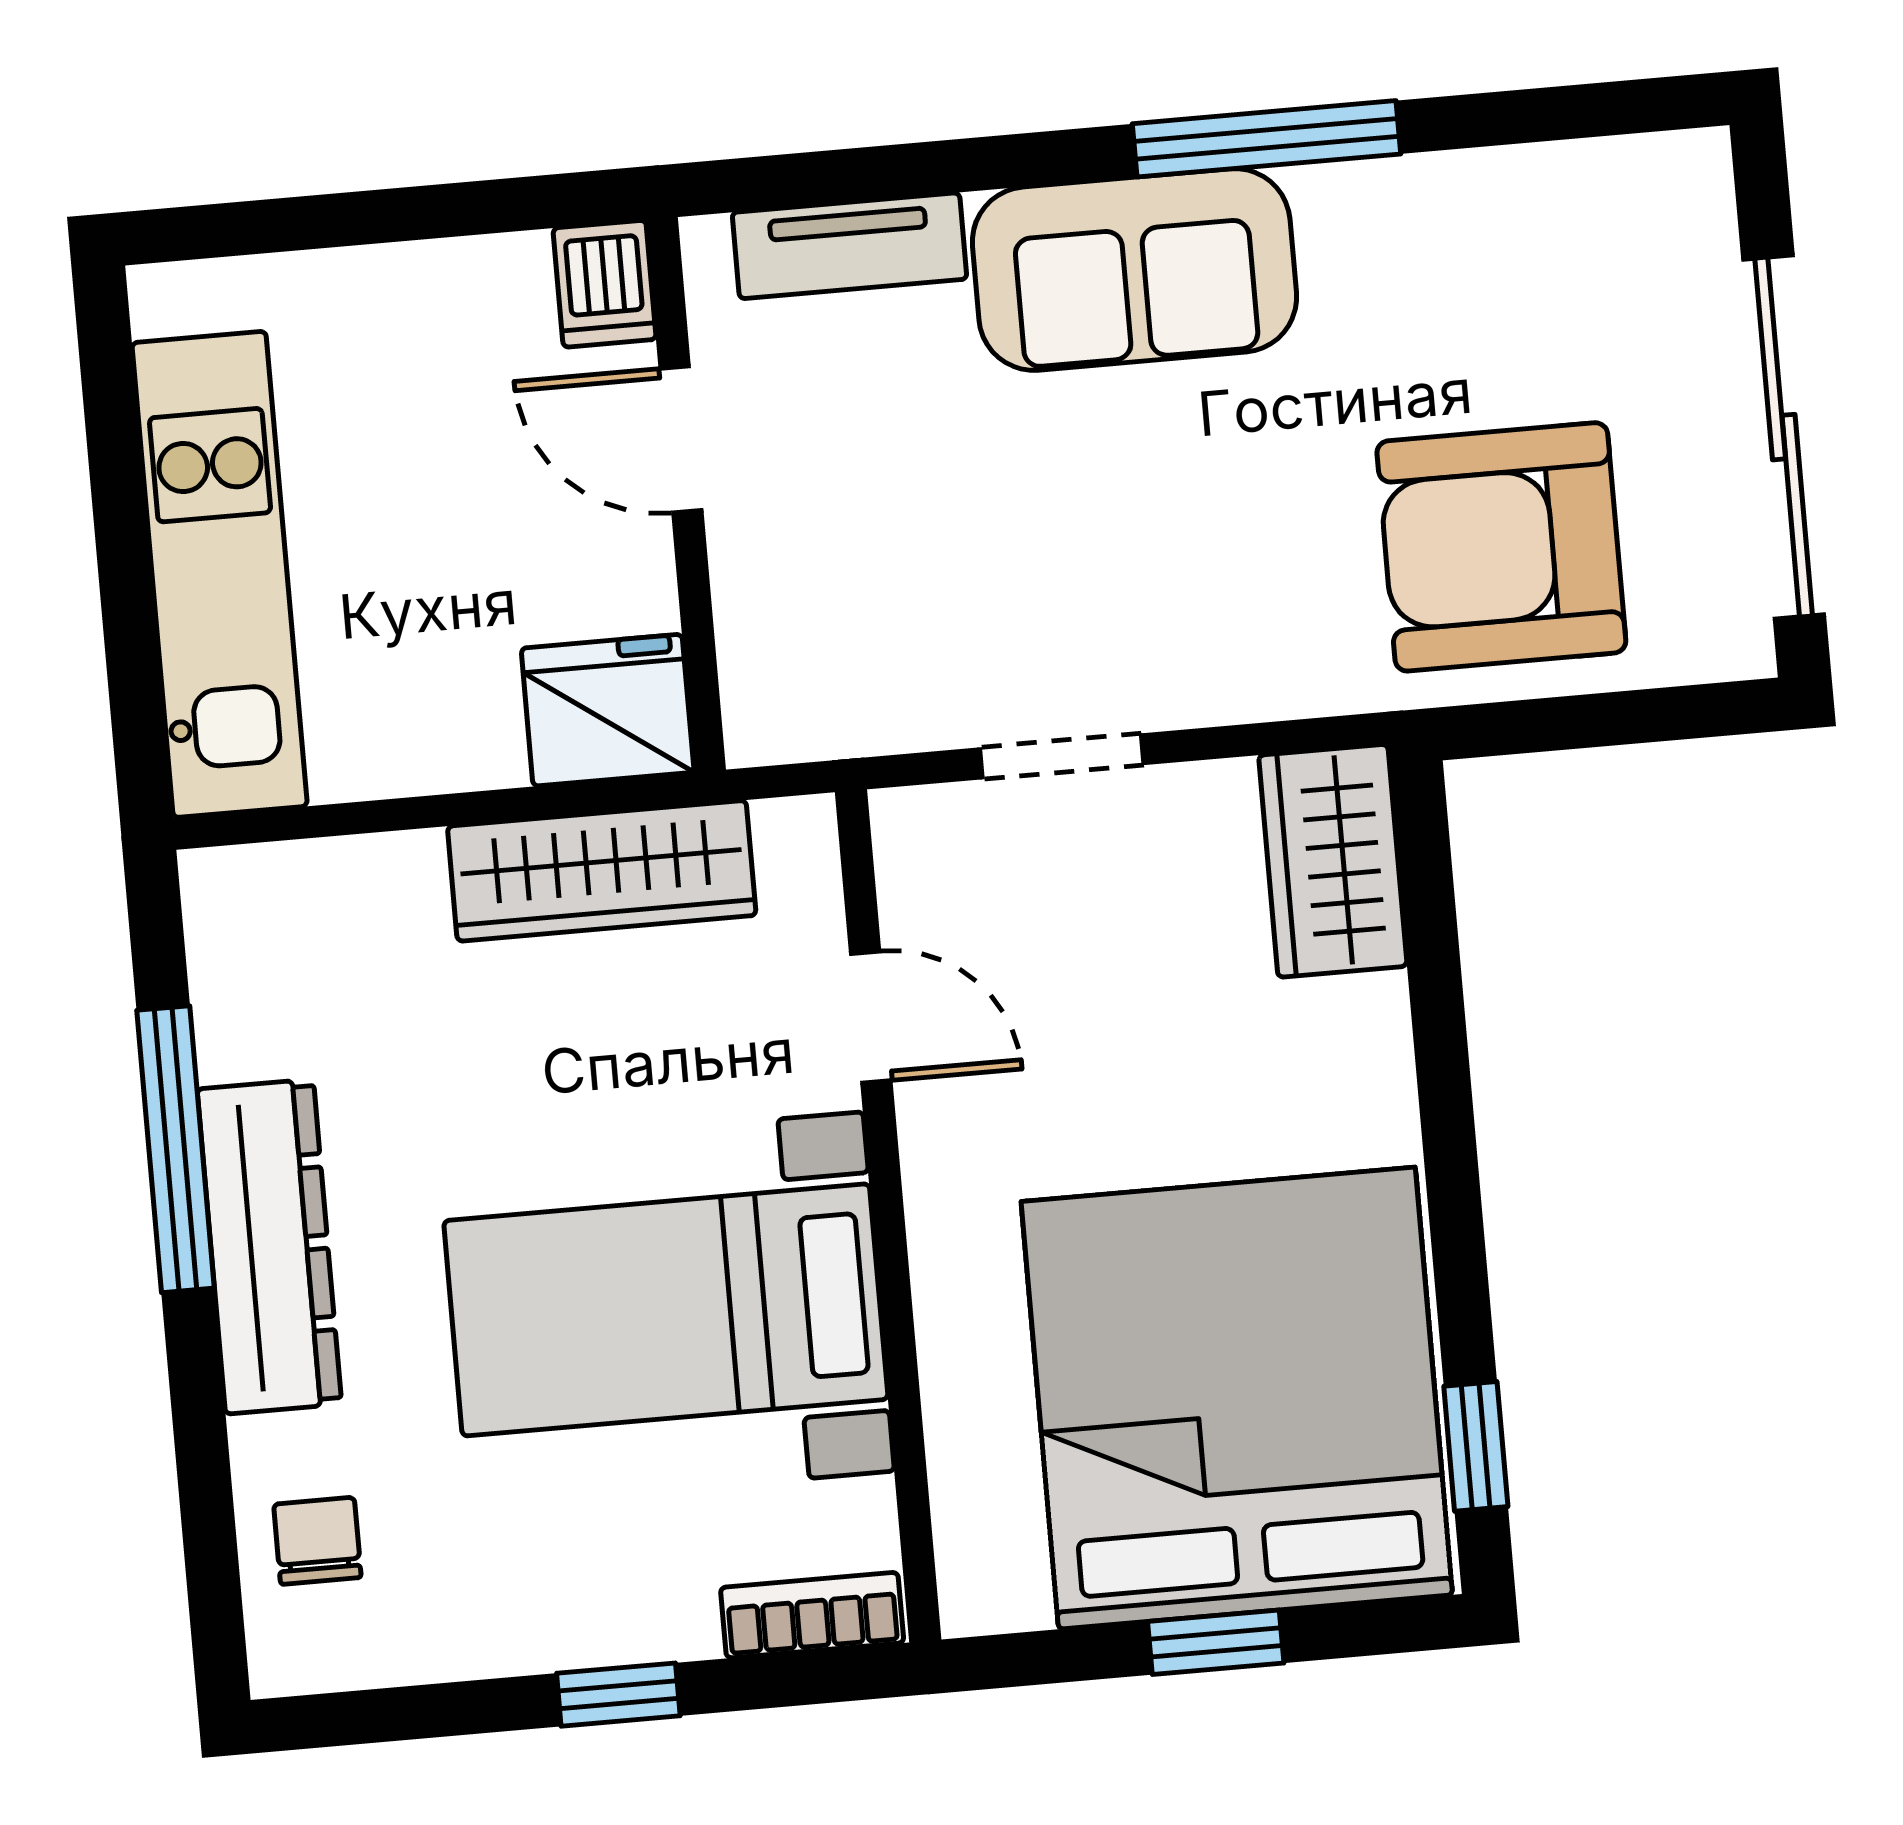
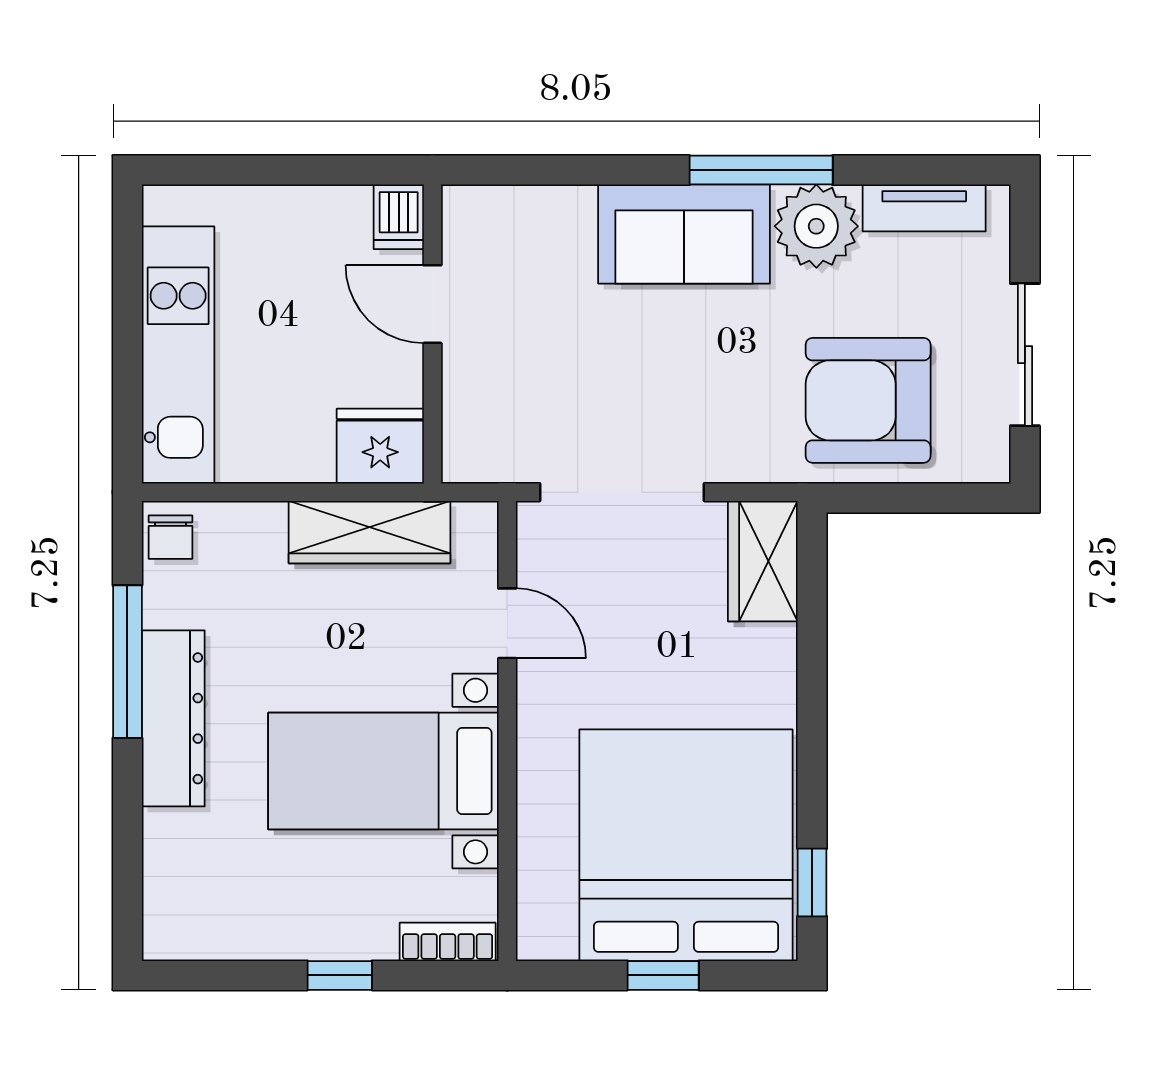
plant: (1377, 234) -> (816, 226), added
tv unit: (849, 246) -> (924, 208), moved
sliding door: (1784, 437) -> (1025, 355), width x0.73
doorway: (1062, 756) -> (622, 492), width x1.87
chair: (317, 1541) -> (170, 537), moved, turned 180

